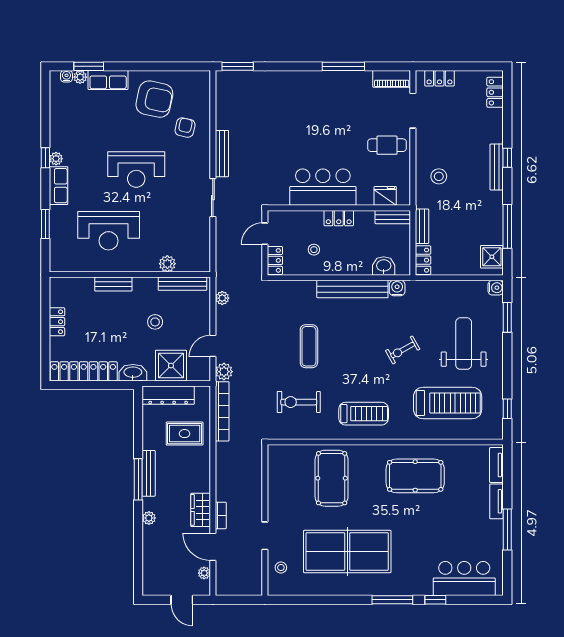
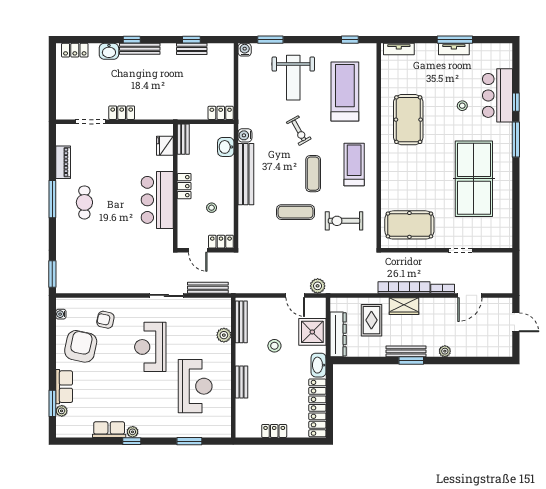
window: (343, 66) -> (52, 199), moved
water cooler: (66, 76) -> (61, 314), moved
locker: (439, 78) -> (122, 113), moved, turned -90
piano: (392, 79) -> (63, 162), moved
washbasin: (494, 132) -> (109, 51), added
cafe table: (387, 145) -> (84, 202), moved
bench: (222, 154) -> (208, 288), moved
reception desk: (136, 170) -> (150, 347), moved, turned 180
stool: (439, 176) -> (148, 99), removed
row of seats: (59, 186) -> (109, 430), moved
bench: (422, 226) -> (192, 49), moved
window: (507, 226) -> (191, 40), width x0.46
shower: (492, 257) -> (218, 53), removed
plant: (222, 298) -> (254, 287), removed
weight bench: (464, 344) -> (293, 78), turned -90
exercise mat: (353, 366) -> (313, 174), added
exercise bike: (299, 402) -> (344, 221), turned 90
bookcase: (222, 411) -> (404, 287), moved
pool table: (332, 478) -> (409, 225), moved
window: (138, 479) -> (411, 361), width x0.69
tv unit: (496, 501) -> (454, 49), moved
wardrobe: (201, 510) -> (404, 306), moved
stool: (281, 568) -> (462, 106), moved
plant: (204, 573) -> (493, 303), removed
bar counter: (464, 579) -> (497, 95), moved
door: (182, 600) -> (516, 322), hinge flipped

